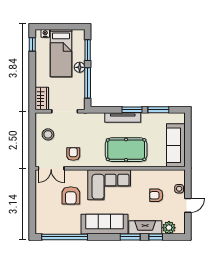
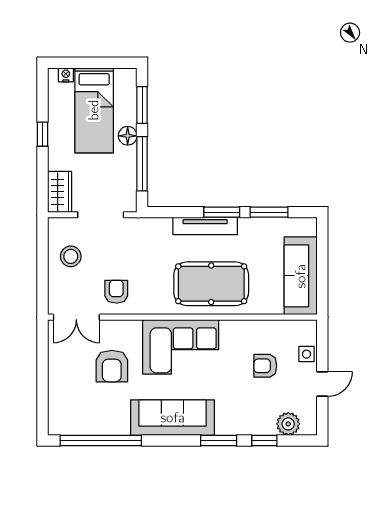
window: (32, 44) -> (43, 134), moved
fireplace: (145, 227) -> (246, 423), removed

